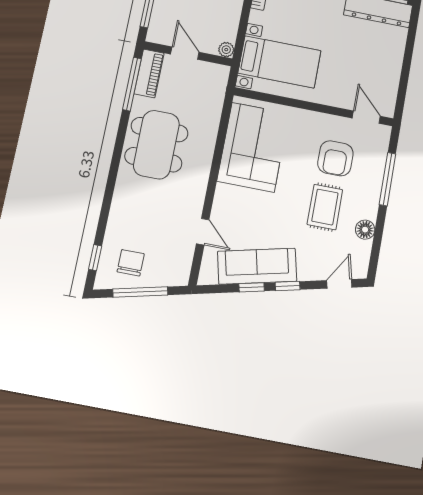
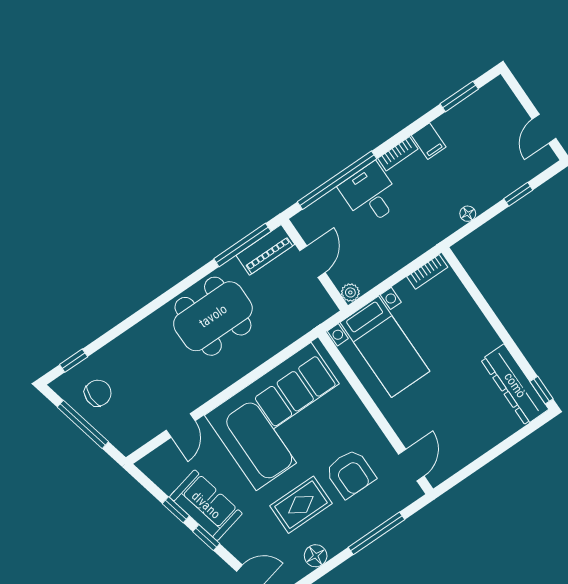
corner sofa: (253, 147) -> (284, 417), width x1.36, depth x1.36
armchair: (335, 158) -> (350, 474), turned -90
sofa: (257, 266) -> (206, 505), width x0.73

